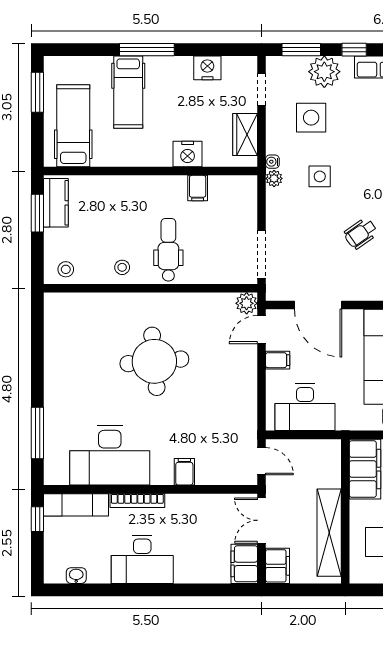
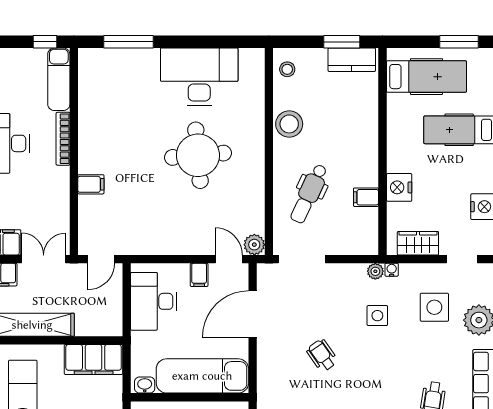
dental chair: (168, 250) -> (309, 194), moved, turned 115
stool: (122, 267) -> (289, 124), width x1.89, depth x1.89
desk: (110, 455) -> (199, 77), moved, turned 90

